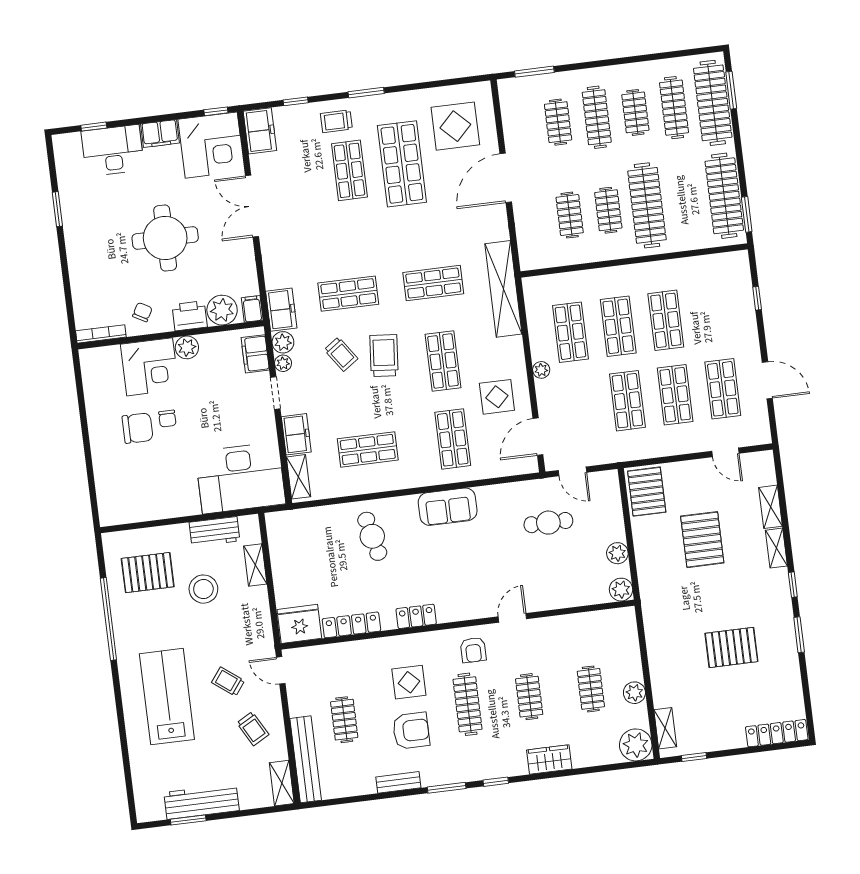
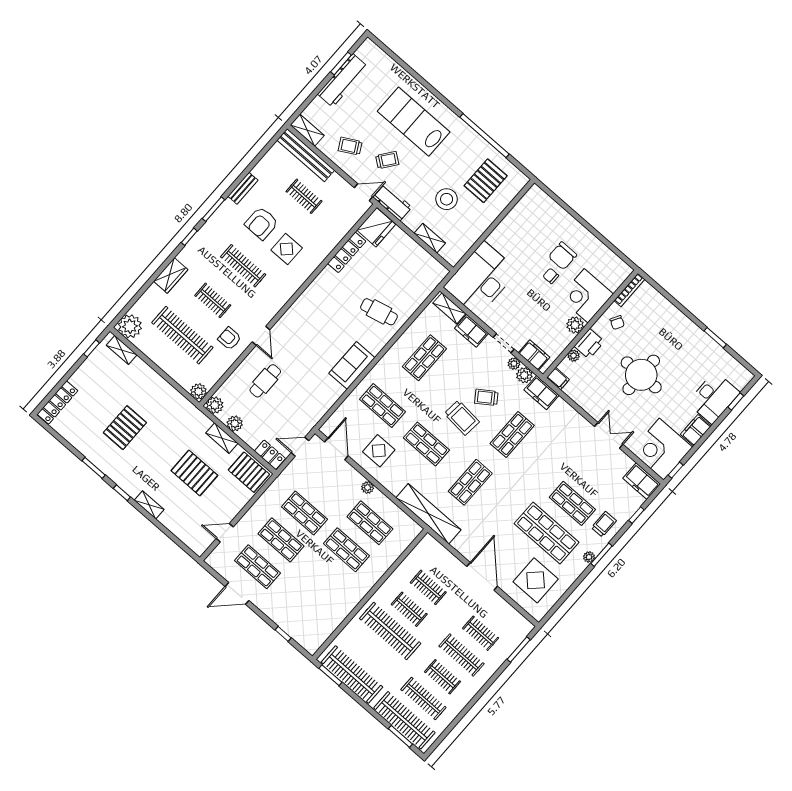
plant: (381, 102) -> (589, 557), added
double door: (252, 206) -> (609, 435), width x0.73
plant: (222, 310) -> (574, 356), width x0.53, depth x0.53
shop shelf: (666, 320) -> (323, 577), removed
shelving: (771, 507) -> (222, 438), moved
cafe table: (548, 523) -> (265, 381), moved
workbench: (214, 532) -> (393, 202), moved, turned 90
locker: (416, 616) -> (270, 455), moved, turned -90
armchair: (473, 650) -> (229, 339), moved
clothes rail: (591, 689) -> (182, 335), width x1.86, depth x1.31
plant: (634, 693) -> (198, 391), moved
lab bench: (167, 697) -> (414, 122), turned 180

